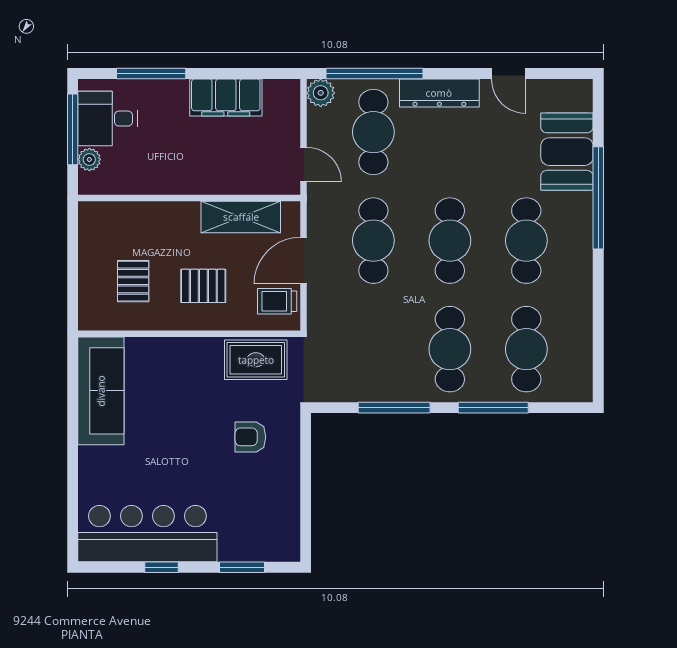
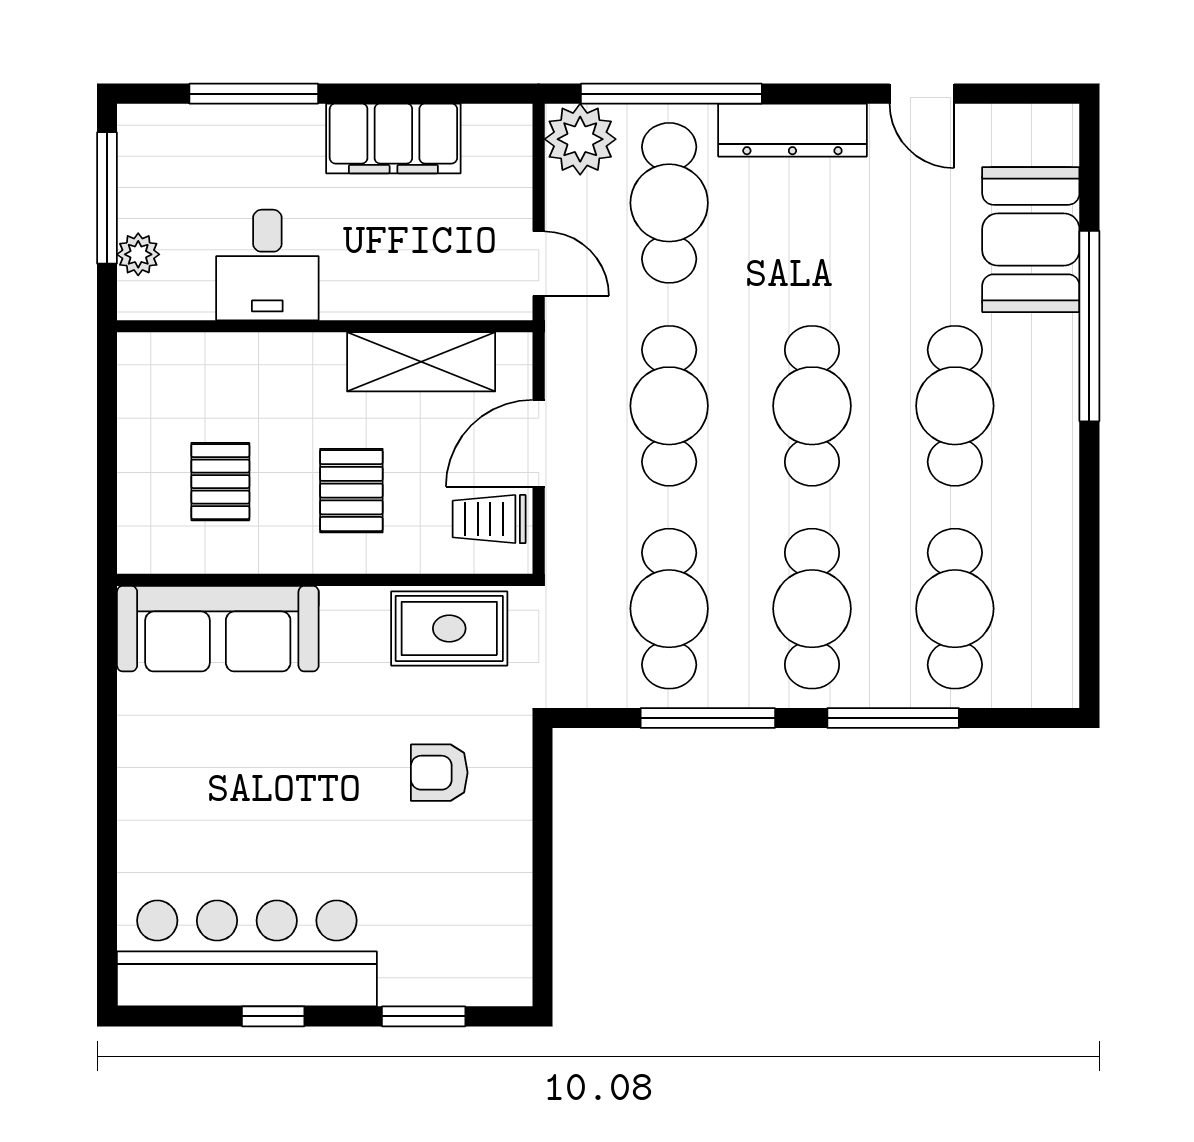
plant: (321, 93) -> (580, 139), width x1.36, depth x1.36
desk: (107, 119) -> (267, 265), moved, turned -90
pallet: (203, 286) -> (351, 491), turned 90
cafe table: (373, 349) -> (669, 609), added
sofa: (101, 391) -> (218, 629), moved, turned 90

